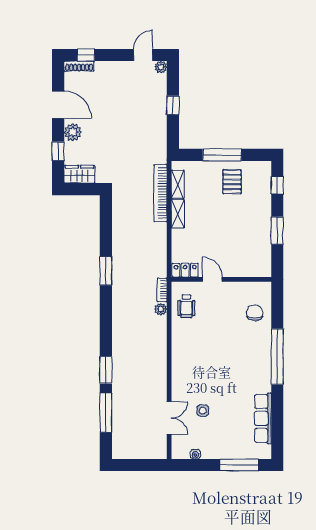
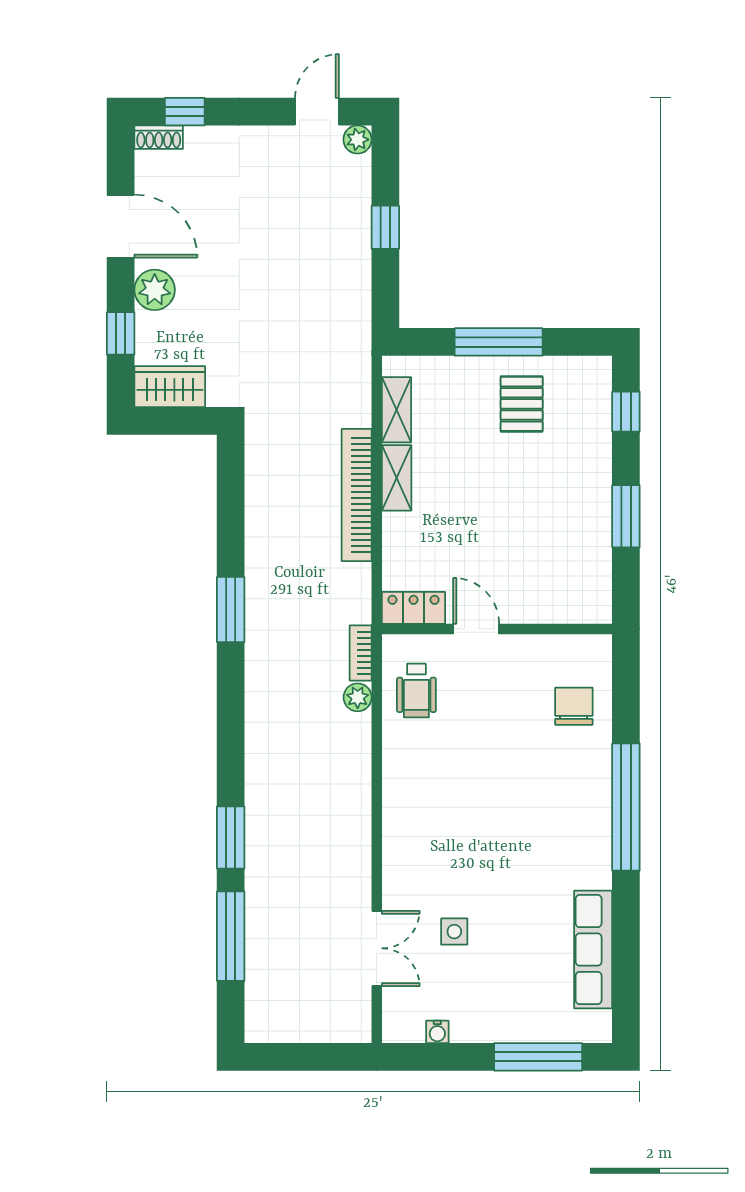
shoe rack: (79, 66) -> (159, 137), width x0.70
bookcase: (160, 193) -> (357, 495), moved

